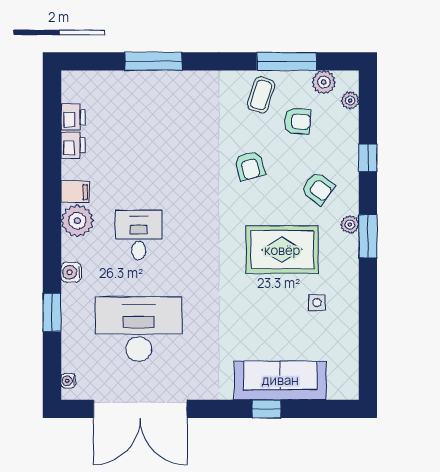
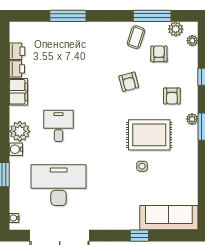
armchair: (297, 121) -> (159, 54), turned -94
armchair: (318, 188) -> (172, 96), turned 53
filing cabinet: (75, 192) -> (18, 92), width x2.00
plant: (77, 221) -> (20, 131), moved
side table: (317, 303) -> (142, 166), moved
sofa: (280, 380) -> (169, 218), moved

